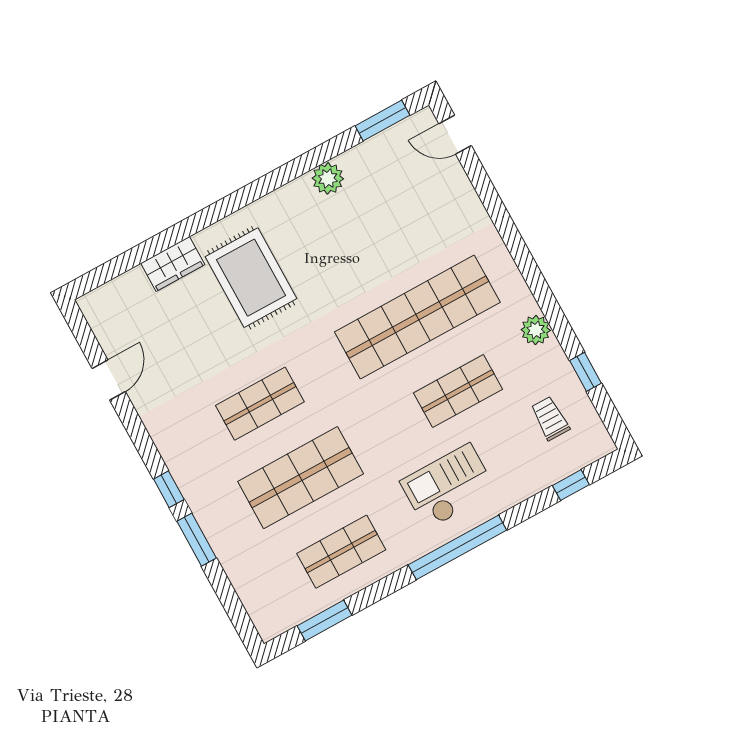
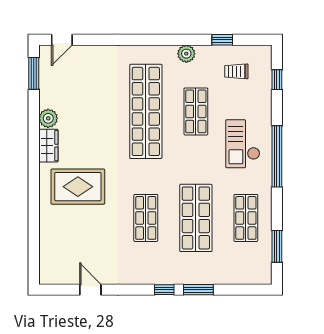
wardrobe: (173, 264) -> (48, 146), moved

